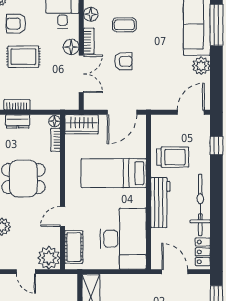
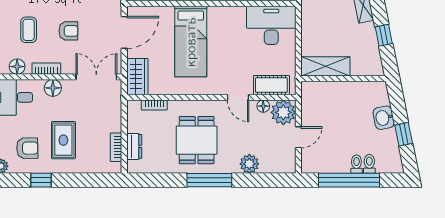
armchair: (16, 24) -> (27, 148), turned -91
armchair: (123, 61) -> (68, 31), turned 90
double door: (81, 74) -> (96, 77), moved
door: (122, 112) -> (124, 32), hinge flipped
floor lamp: (55, 121) -> (263, 106), moved
desk: (123, 239) -> (271, 25), width x0.73, depth x0.77

